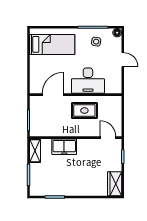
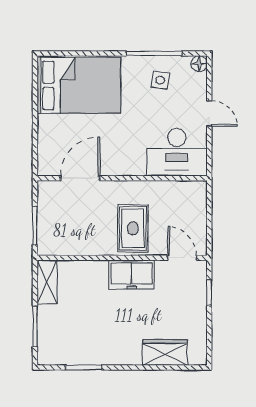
bed: (52, 44) -> (79, 85), width x1.50
desk: (88, 81) -> (177, 152), moved
rug: (84, 111) -> (133, 228), moved, turned 90
freezer: (64, 147) -> (132, 275), moved
wardrobe: (115, 184) -> (165, 352), moved, turned 90

